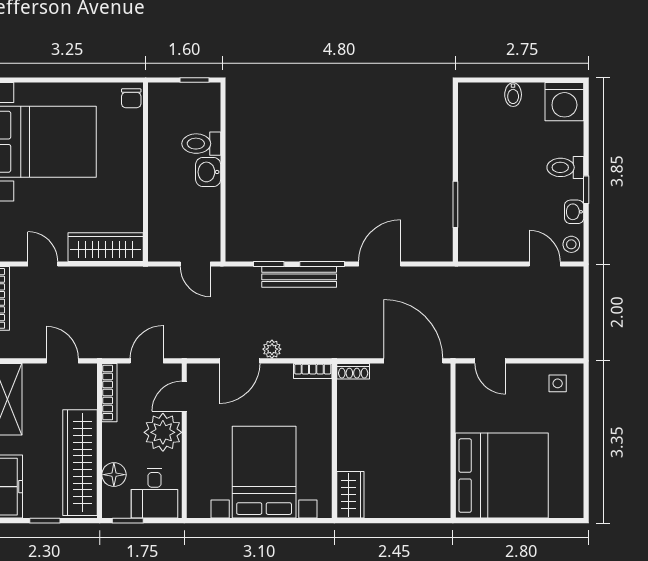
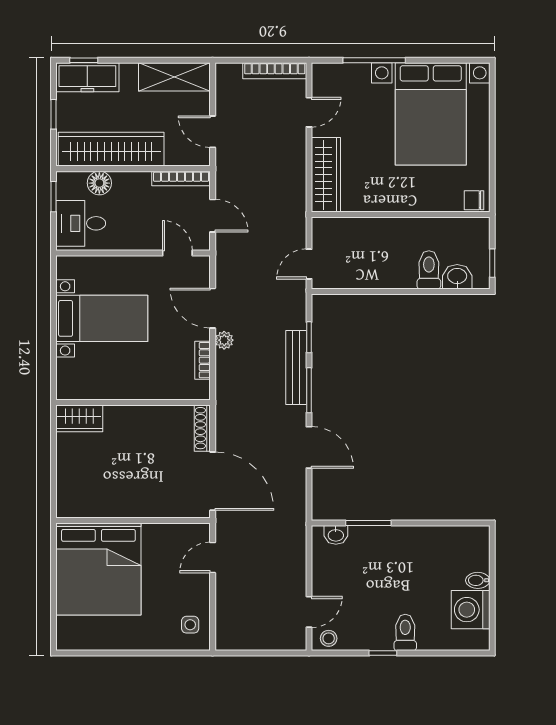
washing machine: (564, 102) -> (471, 610), moved
washbasin: (208, 172) -> (457, 277), moved
washbasin: (574, 212) -> (336, 535), moved, turned 180
door: (62, 361) -> (213, 132), swing flipped
door: (413, 361) -> (213, 481), hinge flipped
bookcase: (313, 371) -> (203, 360), moved
shoe rack: (353, 371) -> (202, 428), width x1.43
plant: (163, 432) -> (142, 232), removed
bed with nightstands: (264, 472) -> (102, 318), width x0.73

